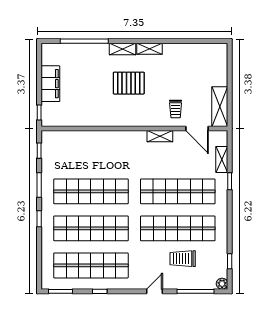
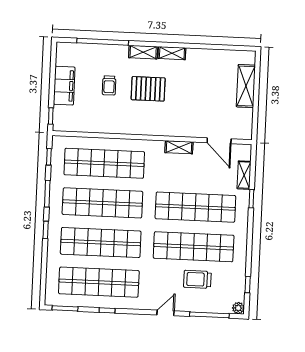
shelving: (220, 107) -> (246, 86), moved
trolley: (176, 109) -> (109, 85), moved
shop shelf: (91, 154) -> (104, 163), added

